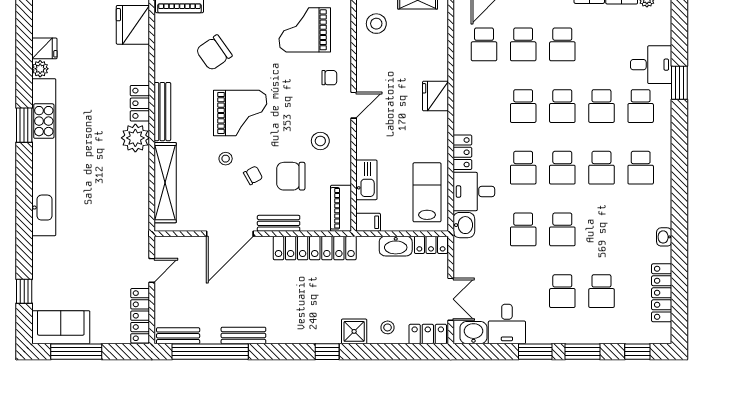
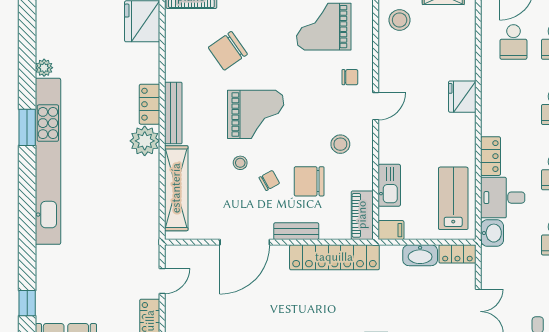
fridge: (44, 48) -> (49, 46), removed

